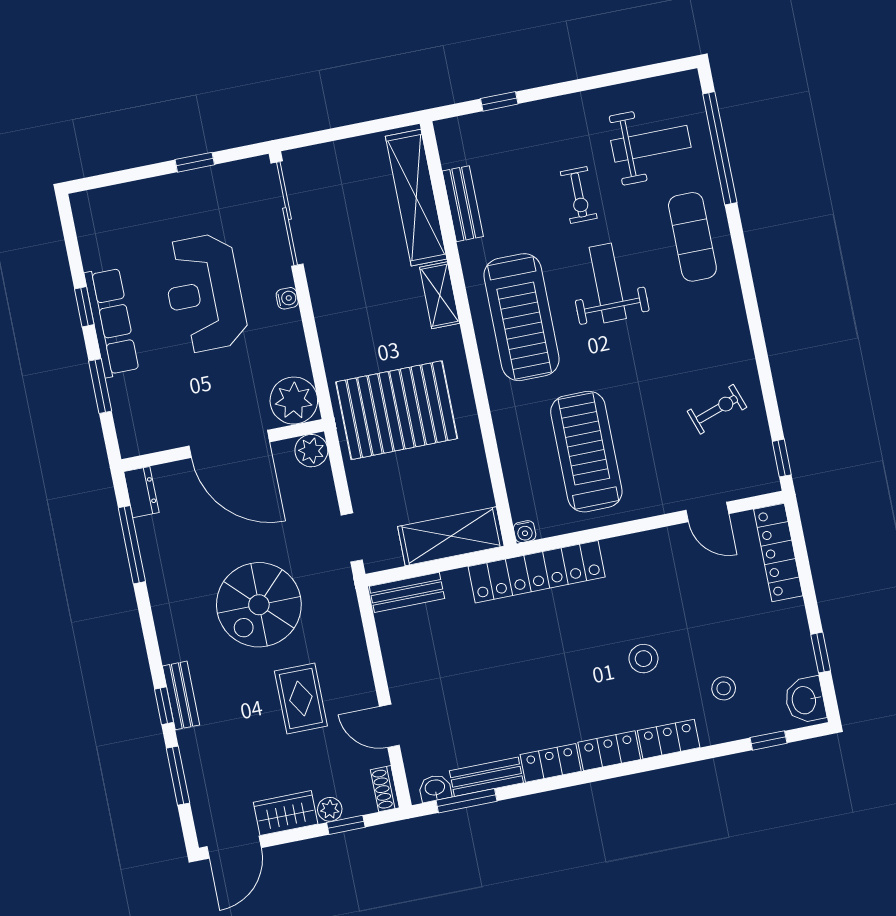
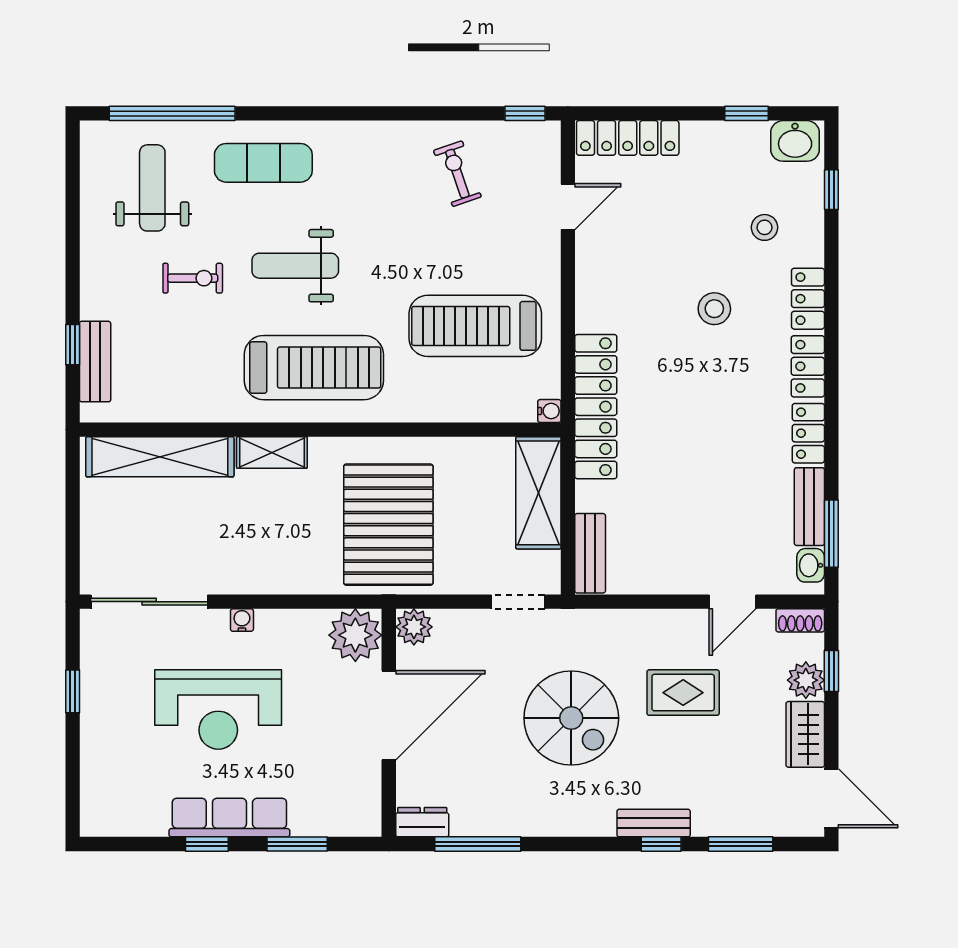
bench: (463, 204) -> (95, 362), moved, turned 90
plant: (330, 809) -> (806, 680), width x1.38, depth x1.38

